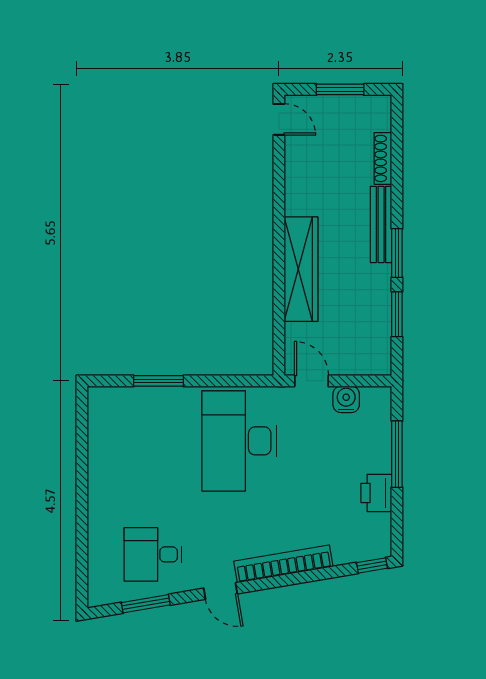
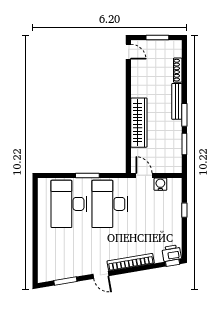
window: (159, 381) -> (87, 175), moved
window: (397, 454) -> (184, 210), width x0.46
printer: (376, 493) -> (172, 253), moved, turned 80
desk: (153, 554) -> (69, 204), moved, width x1.87, depth x1.30

